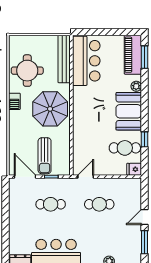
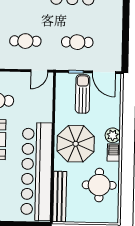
bar counter: (86, 61) -> (37, 172), width x1.86
plant: (16, 118) -> (113, 135), added

